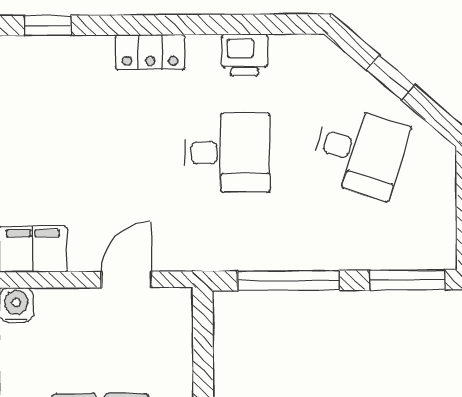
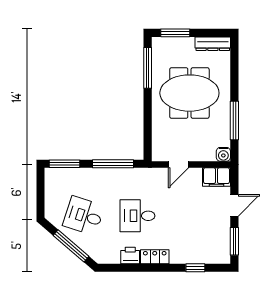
window: (48, 25) -> (195, 268), moved
locker: (150, 52) -> (155, 257), moved
window: (390, 78) -> (71, 246), width x2.17

